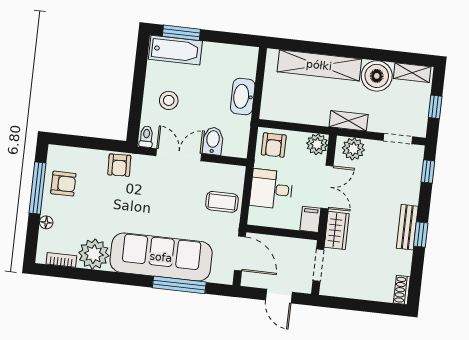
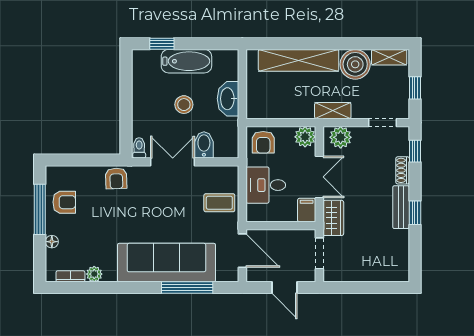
window: (181, 33) -> (162, 44), width x0.67
bathtub: (175, 50) -> (186, 61), moved
stool: (169, 100) -> (184, 105), moved
plant: (94, 254) -> (94, 274), width x0.53, depth x0.53
shoe rack: (402, 290) -> (403, 170), moved

